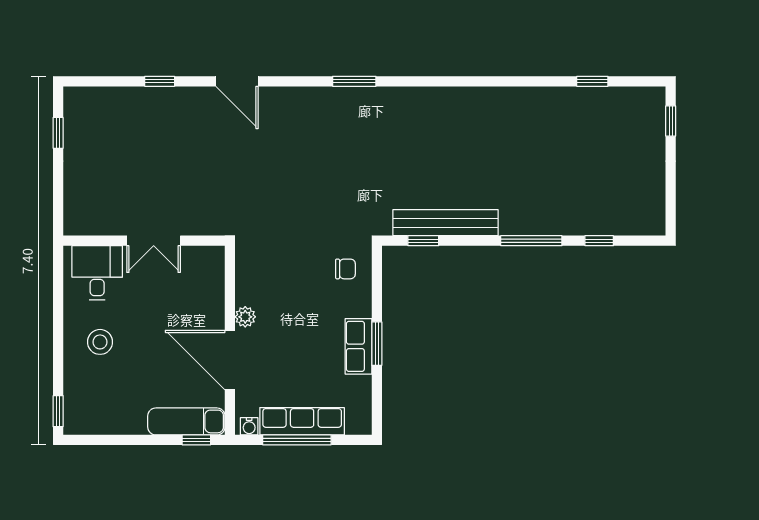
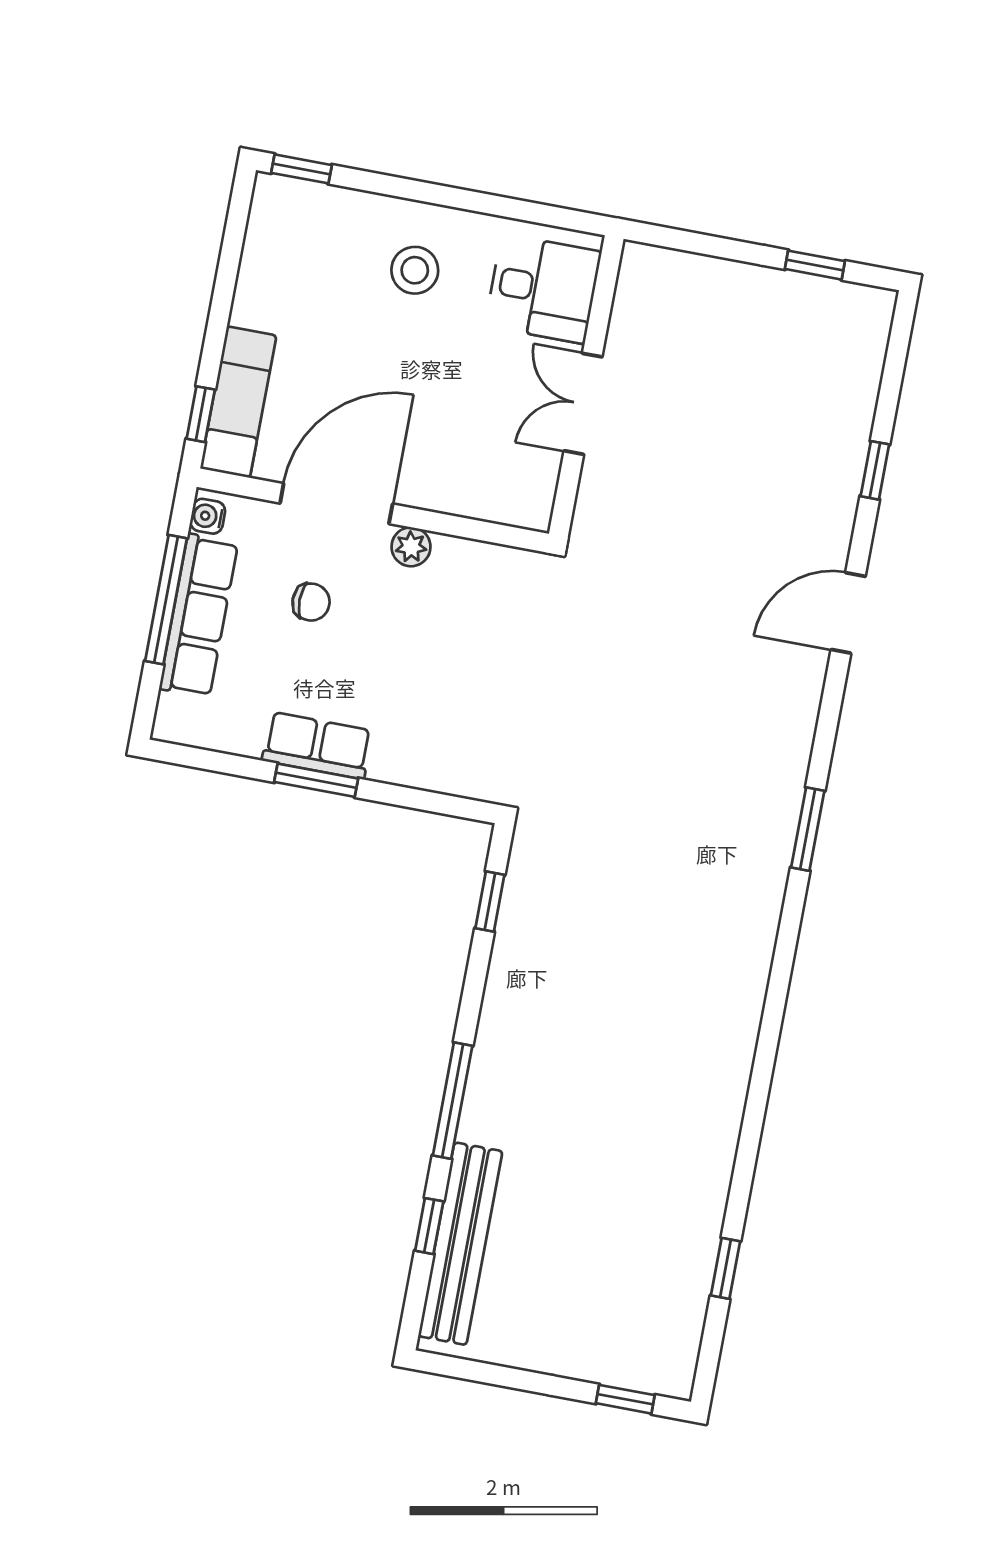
bench: (445, 223) -> (460, 1244), moved
chair: (345, 269) -> (311, 602), moved, turned -90

